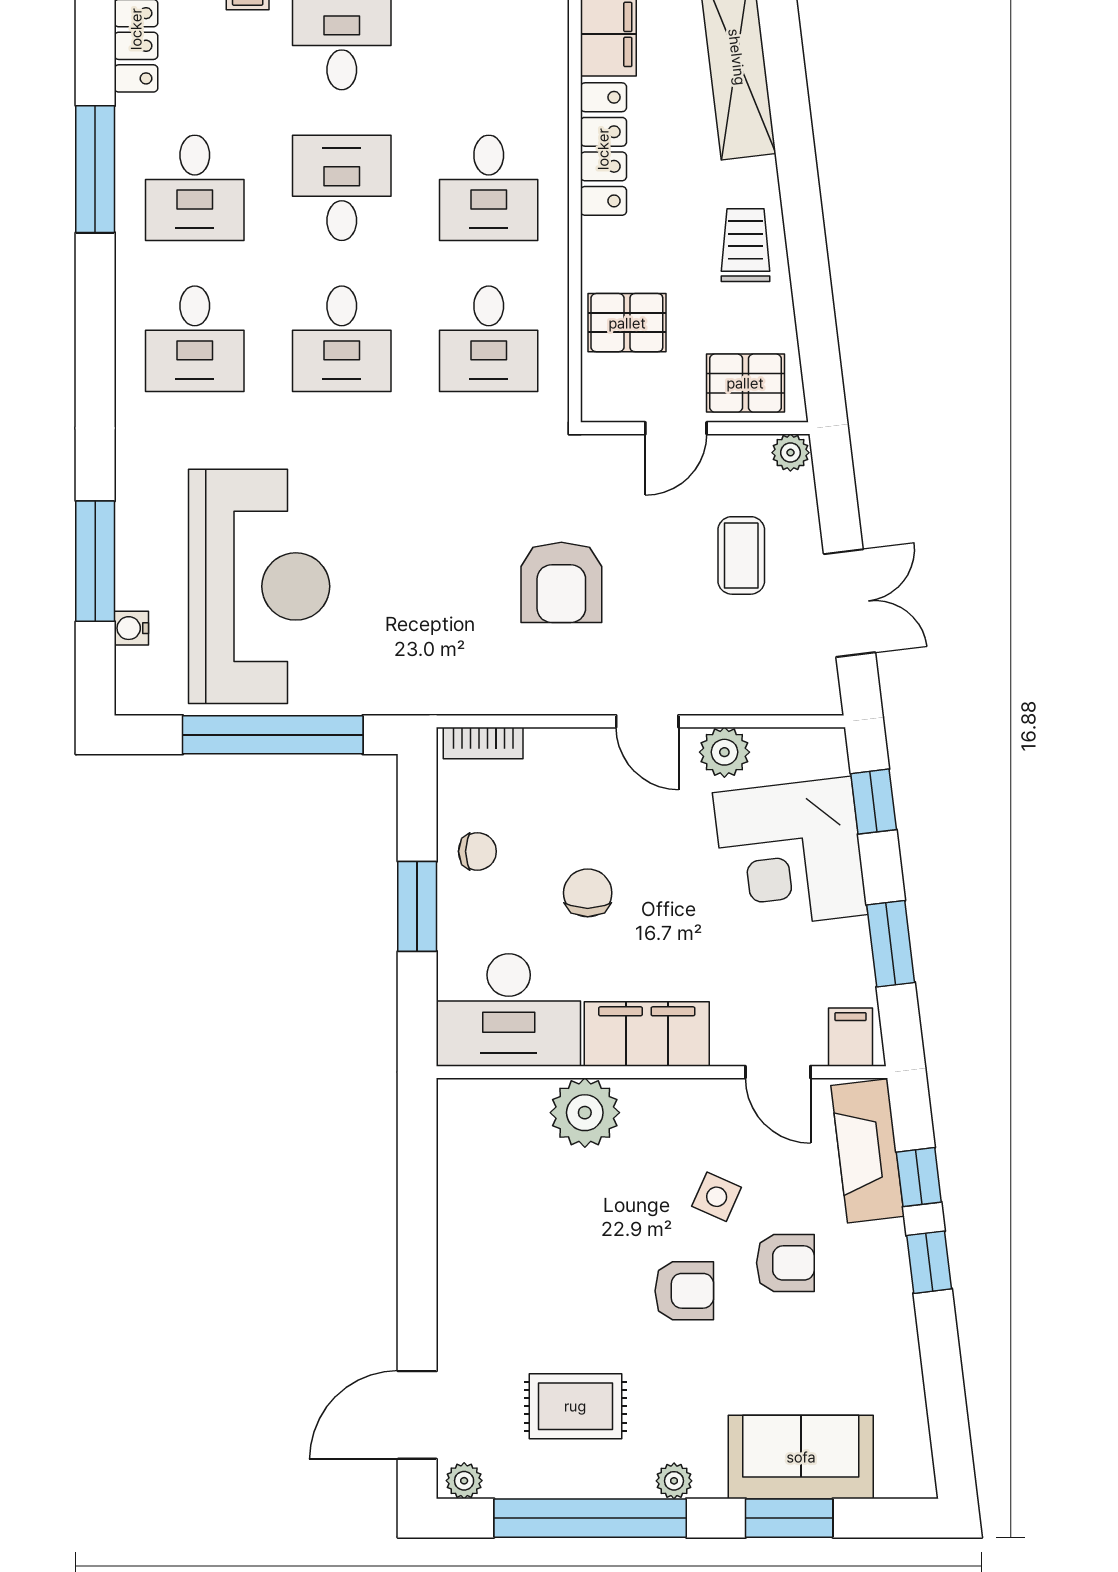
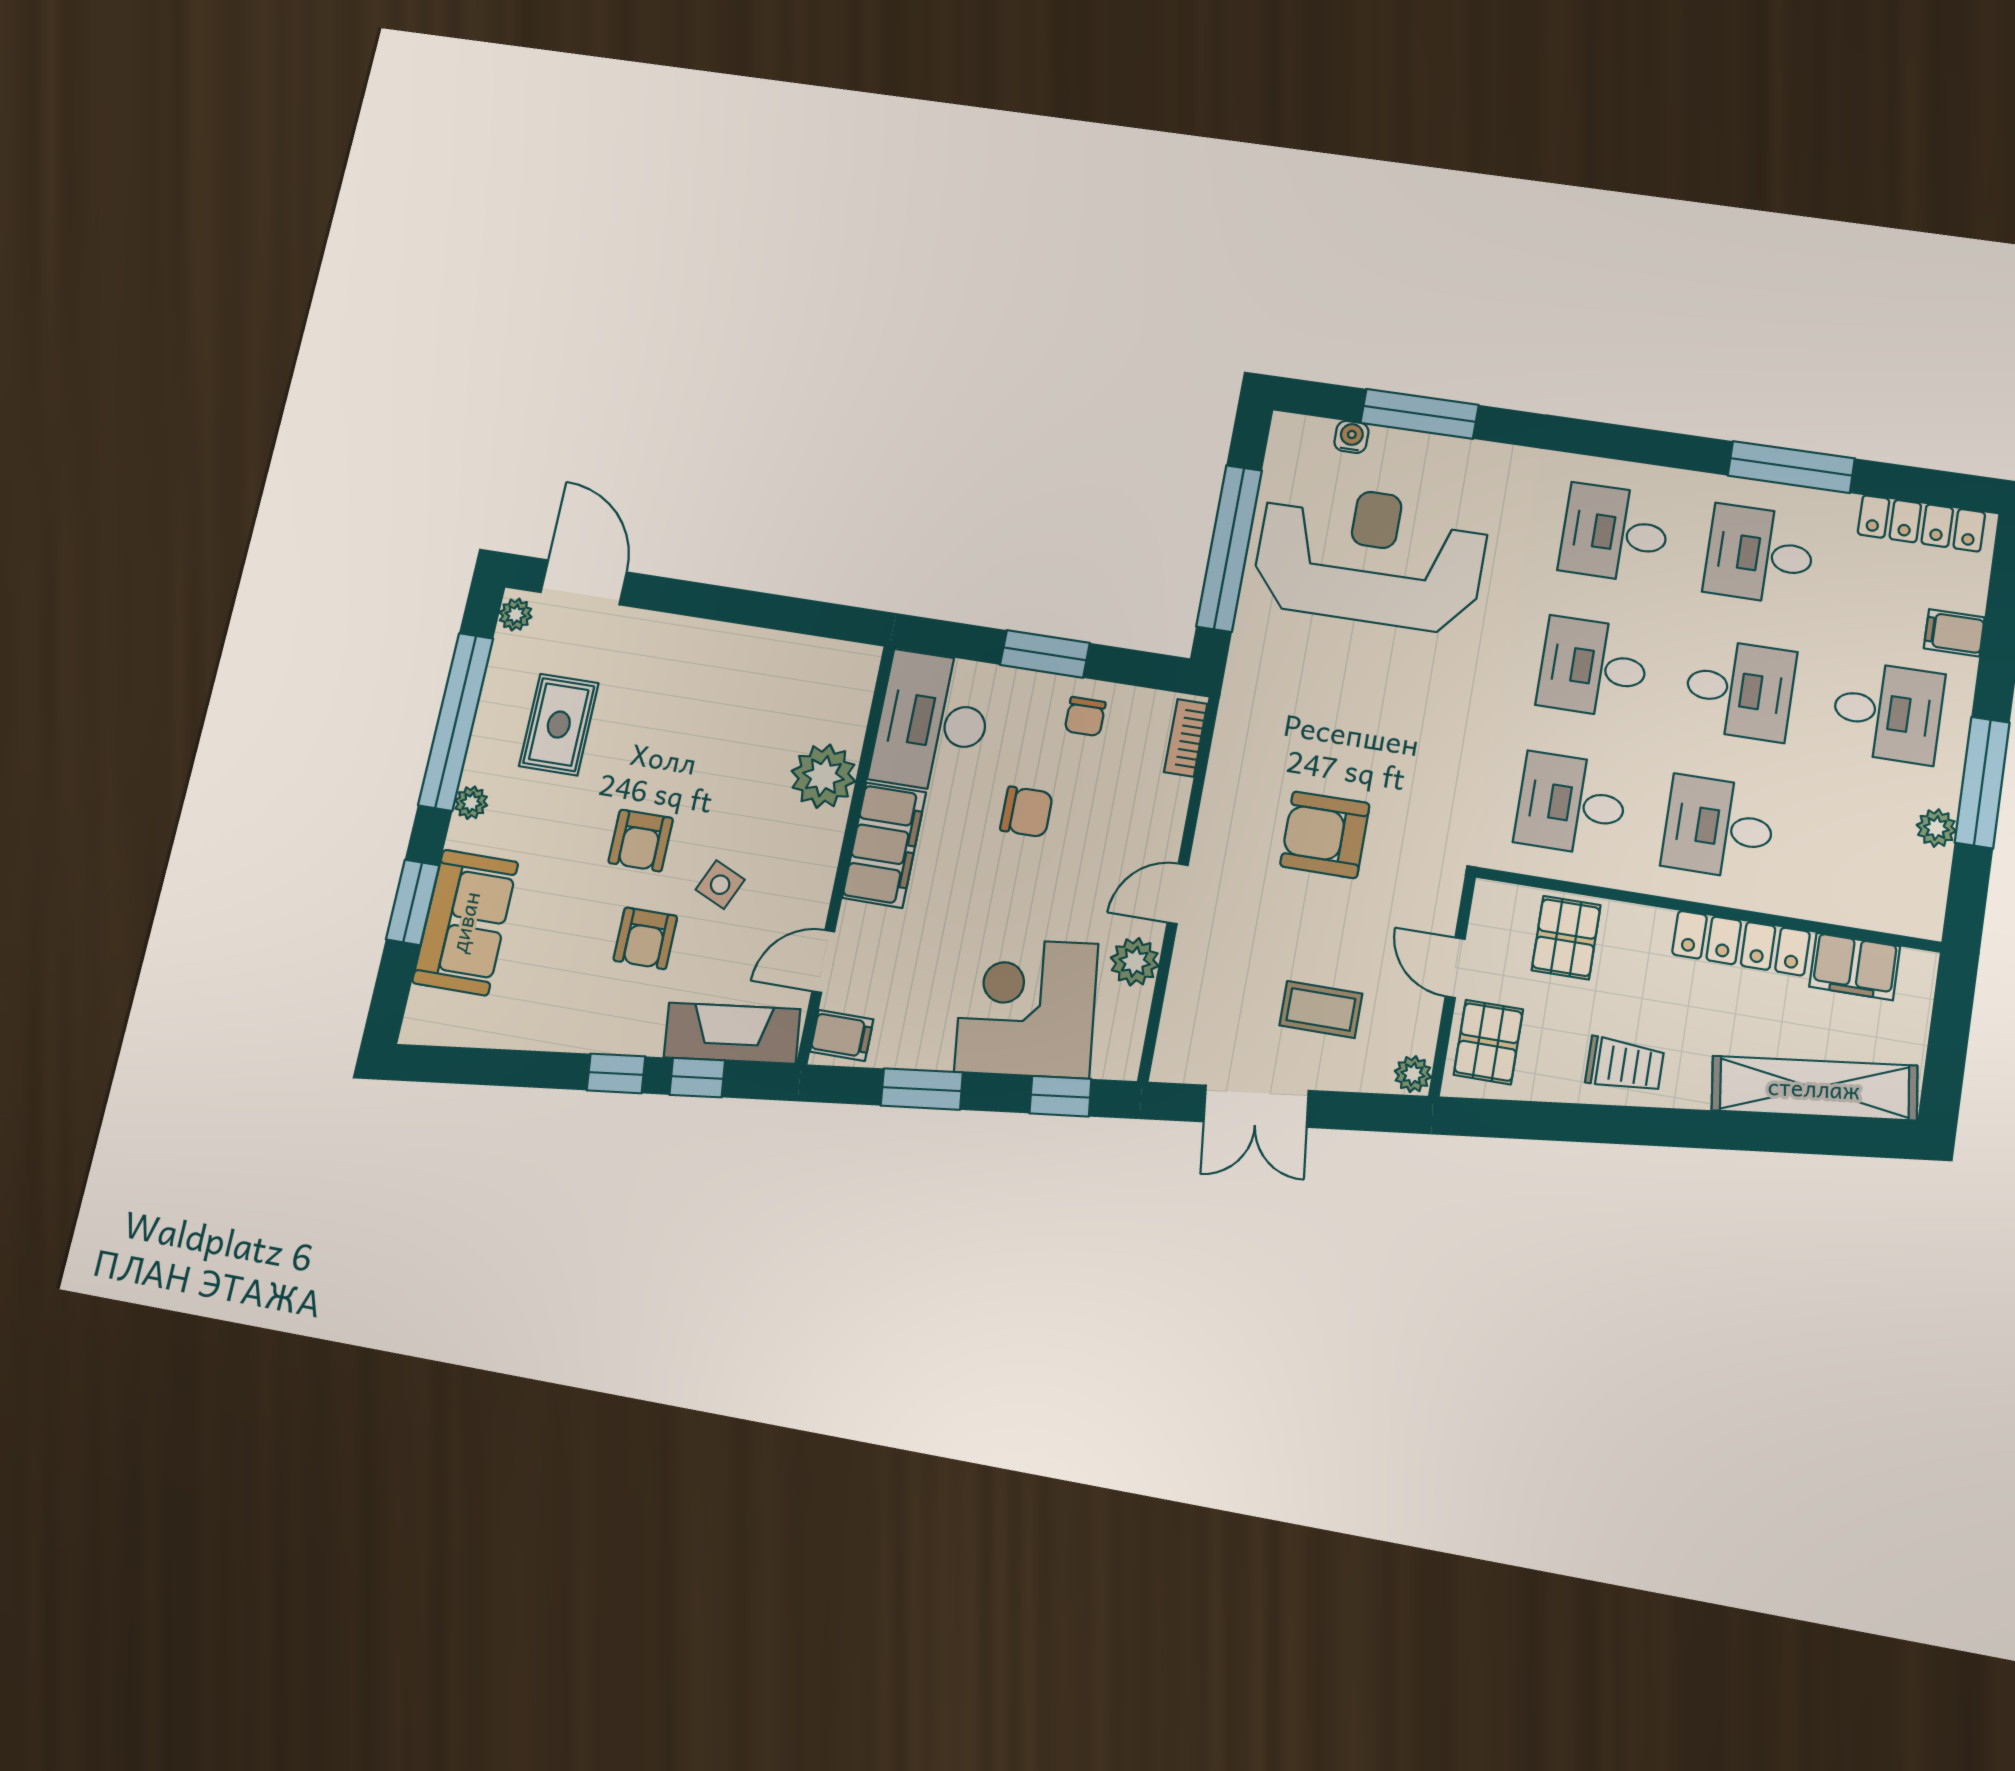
reception desk: (259, 586) -> (1370, 557), turned 180

